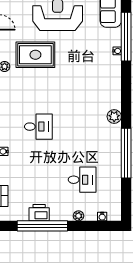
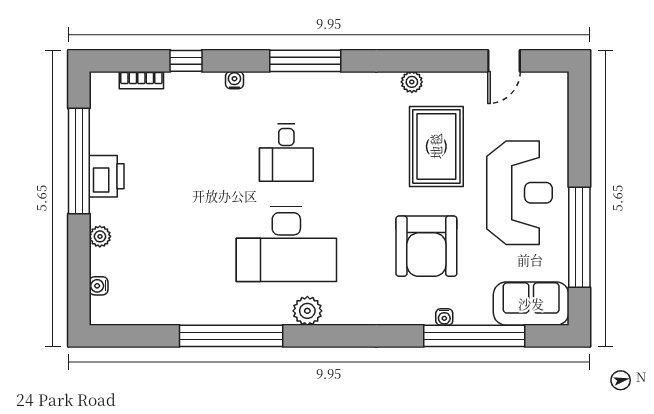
armchair: (83, 60) -> (426, 246), added
desk: (82, 180) -> (286, 244), moved, width x1.87, depth x1.30
printer: (39, 213) -> (107, 176), moved

